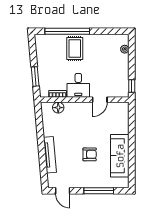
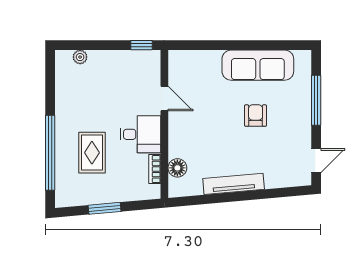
rug: (75, 49) -> (92, 153), moved, turned 90
window: (35, 76) -> (105, 208), moved
tv unit: (50, 155) -> (234, 184), moved

